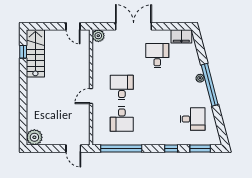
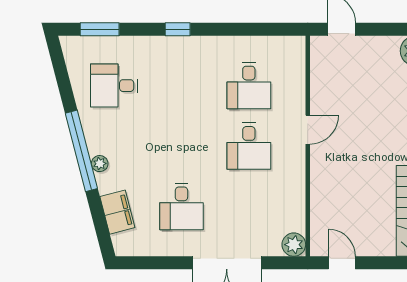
filing cabinet: (181, 36) -> (117, 212), moved, turned 75
desk: (122, 119) -> (249, 86), turned 180
window: (121, 149) -> (250, 29), removed
window: (171, 149) -> (178, 29), moved

